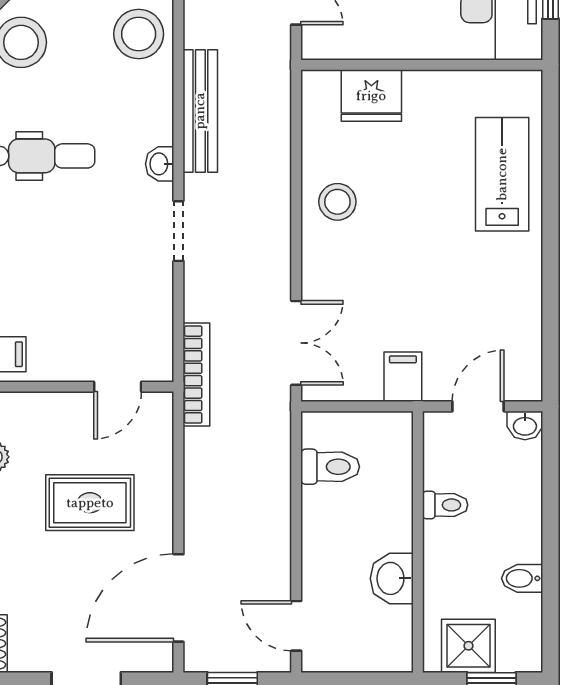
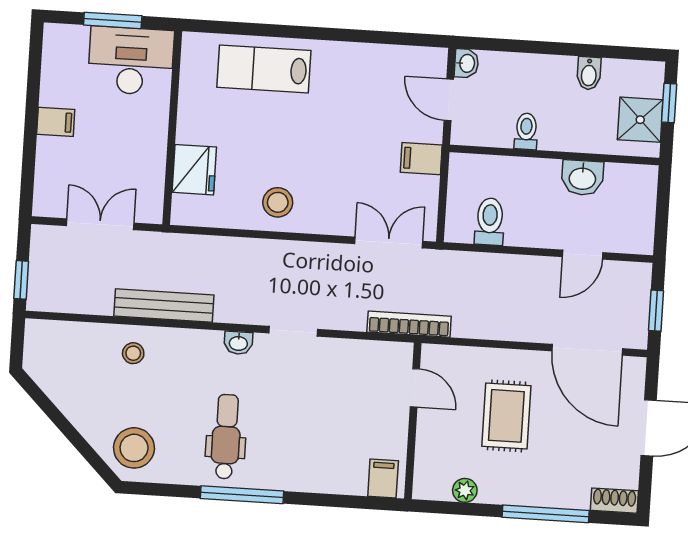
stool: (139, 34) -> (133, 353), width x0.53, depth x0.53
bench: (200, 111) -> (164, 306), moved
door: (296, 626) -> (583, 255), moved

